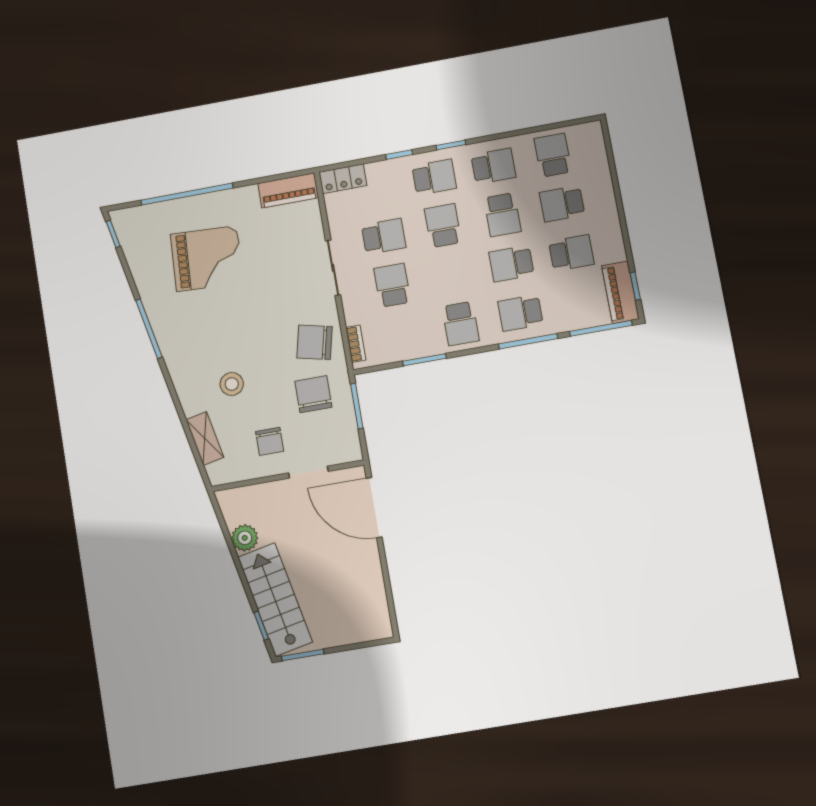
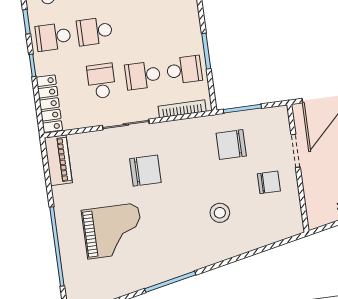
school desk: (434, 177) -> (53, 37), turned -90
locker: (343, 179) -> (49, 104), width x1.53
grand piano: (207, 259) -> (113, 231), turned 87
school desk: (461, 324) -> (184, 70), moved
chair: (315, 342) -> (145, 171), moved, turned -103
bookcase: (356, 344) -> (182, 109), width x1.56
shelving: (205, 438) -> (264, 237), removed

